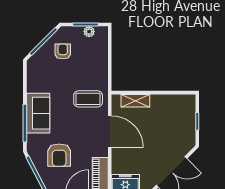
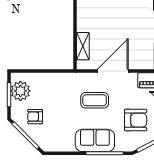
plant: (89, 32) -> (20, 91), width x1.88, depth x1.88
coffee table: (88, 99) -> (95, 100), moved, turned 90

